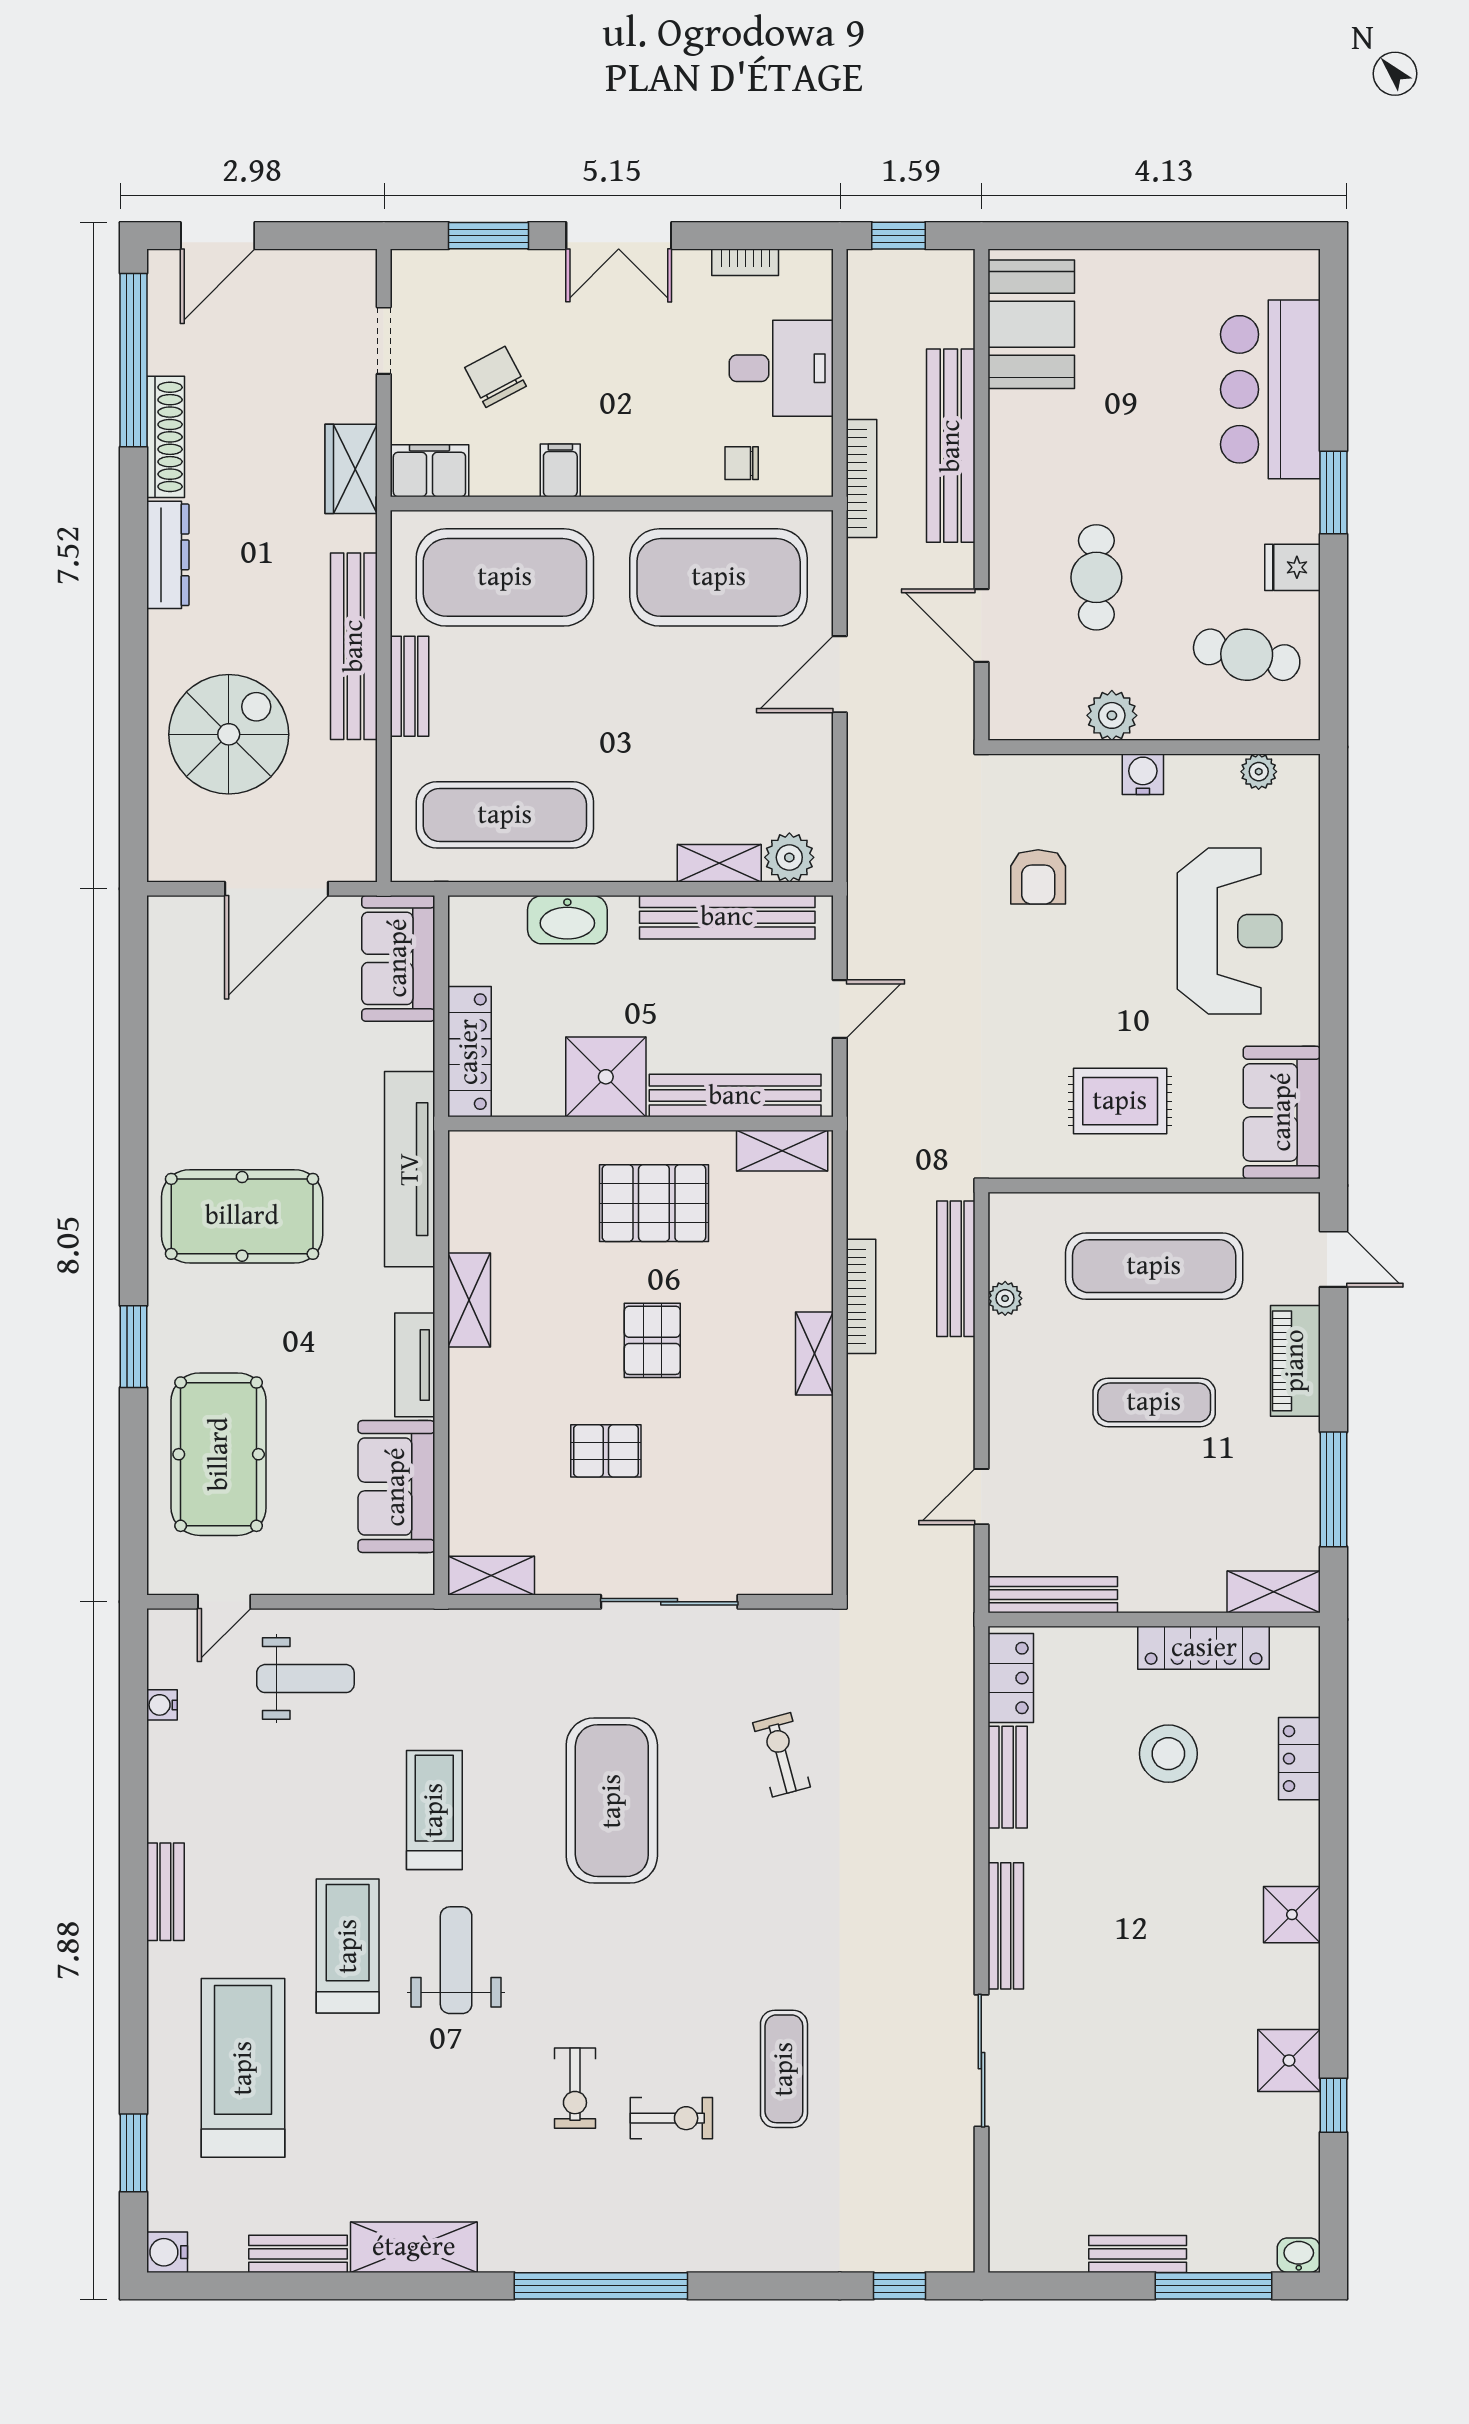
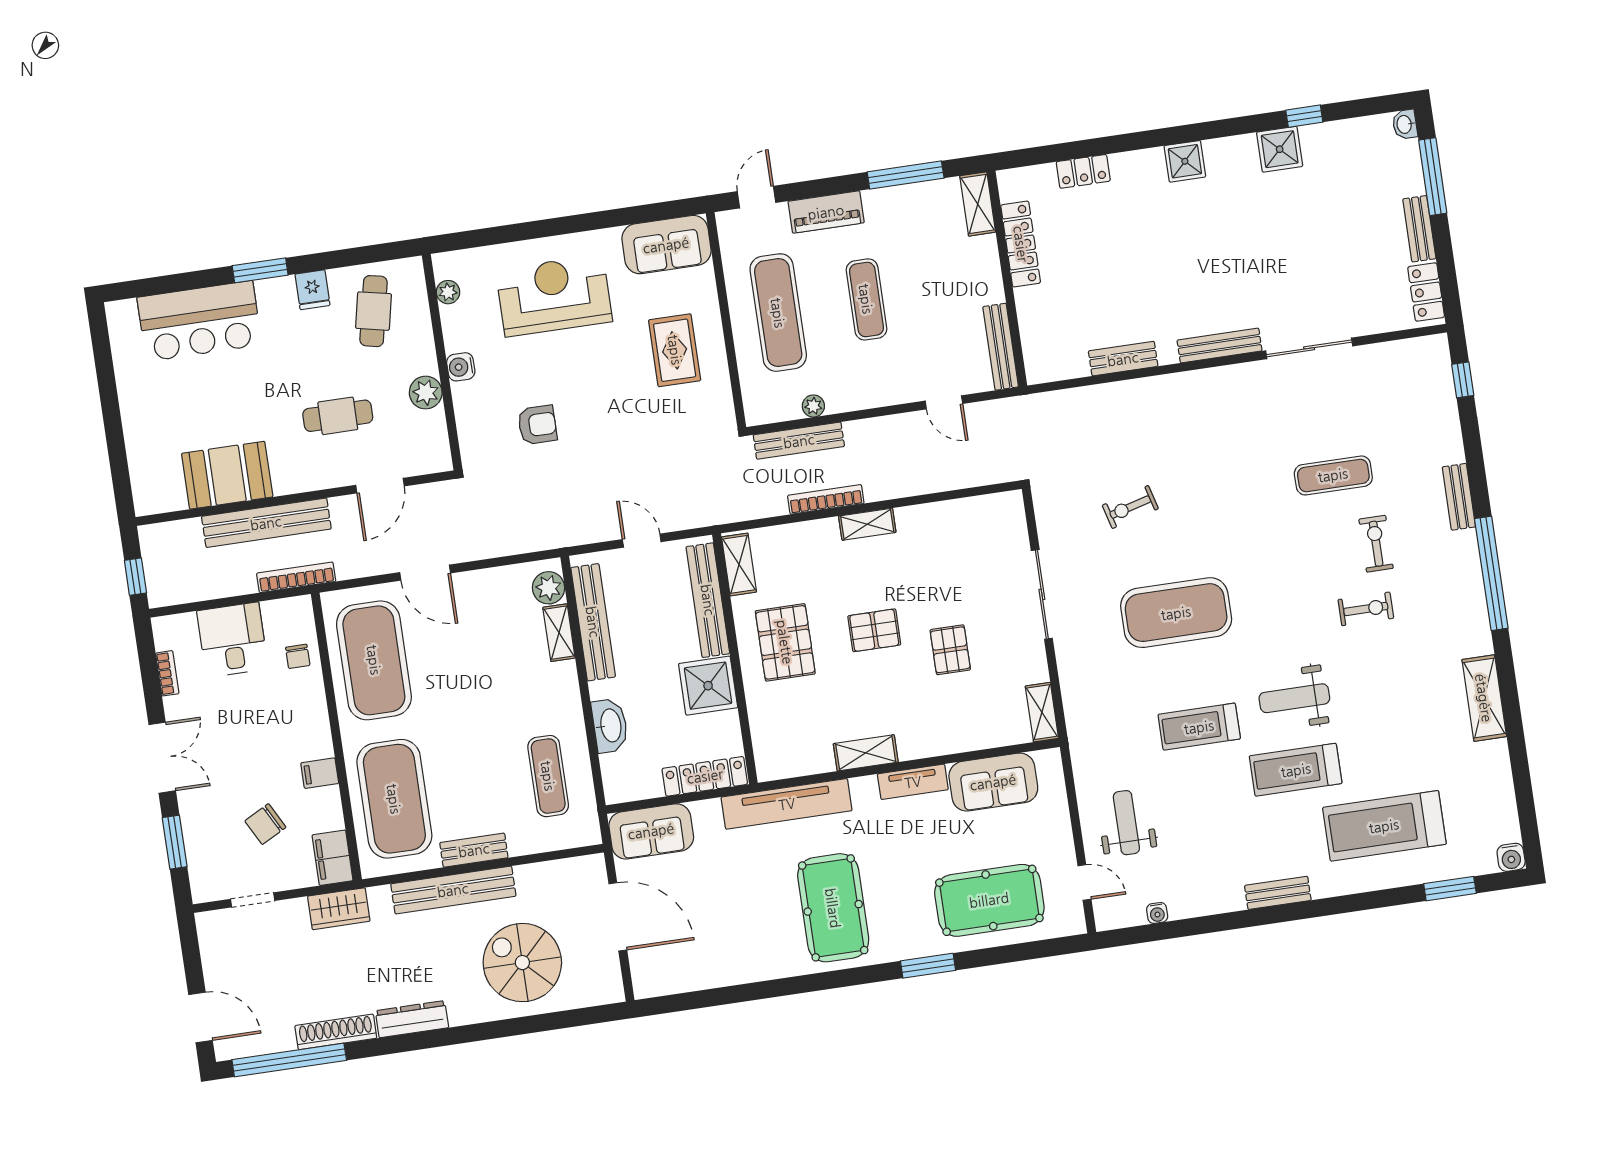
booth: (1031, 324) -> (227, 475), moved
exercise mat: (505, 815) -> (548, 776), width x0.73, depth x0.69
locker: (1011, 1678) -> (1426, 292), moved, turned -90
stool: (1168, 1754) -> (1092, 257), removed
bench: (298, 2254) -> (1459, 497), moved

